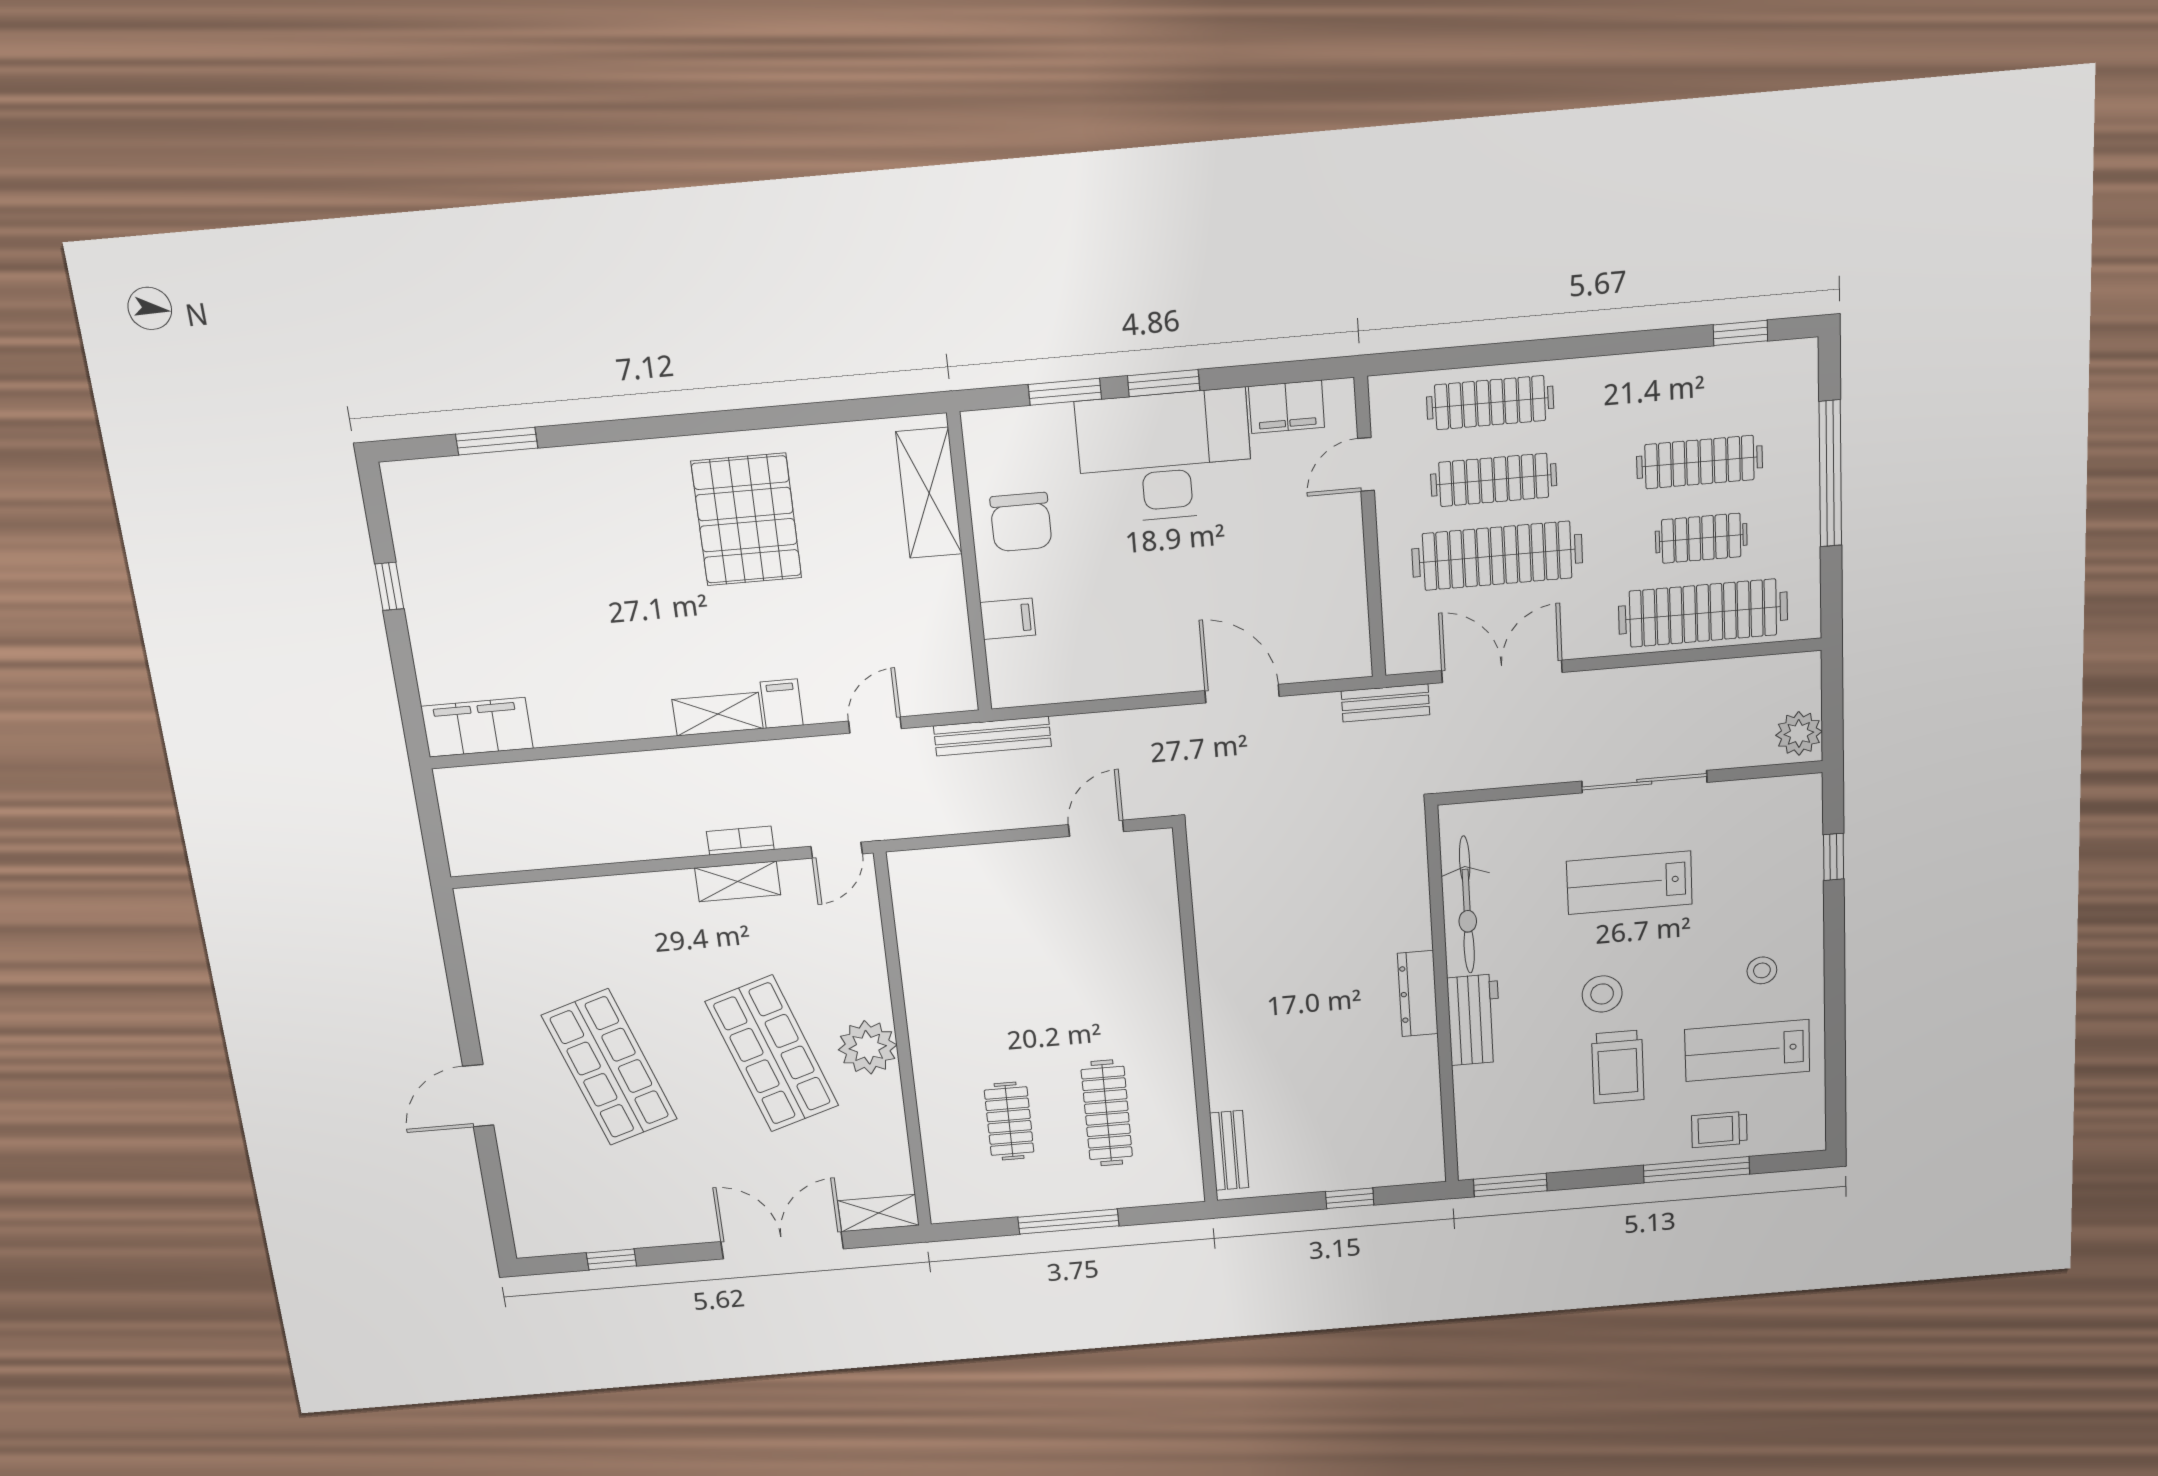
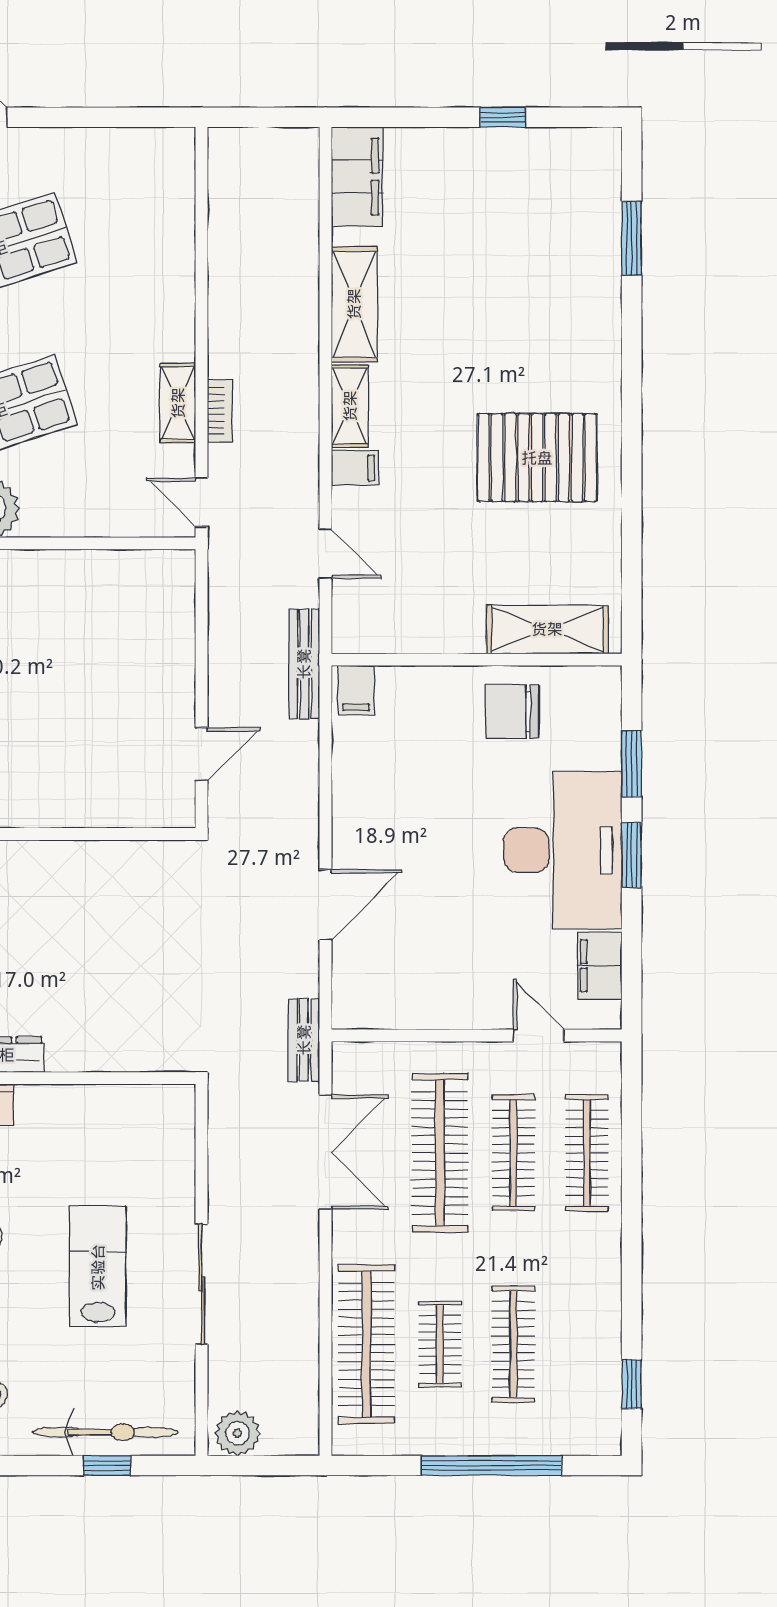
filing cabinet: (1008, 619) -> (356, 690), moved
shelving: (611, 719) -> (354, 304), added
door: (1096, 828) -> (202, 754), hinge flipped
bicycle: (1467, 905) -> (105, 1432), moved, turned 180

